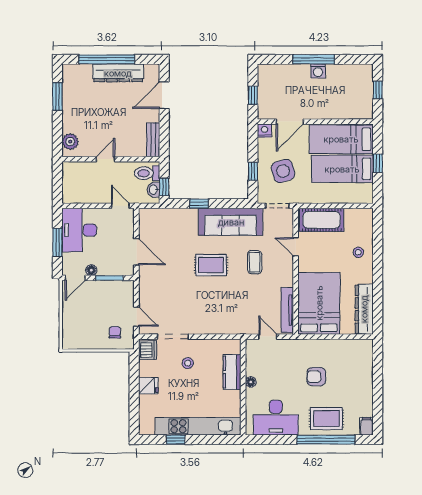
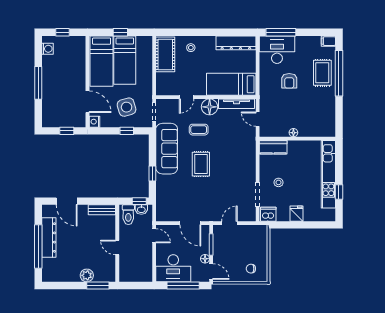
washing machine: (318, 71) -> (47, 49), moved
window: (57, 96) -> (98, 285), moved
plant: (70, 142) -> (87, 275), moved
door: (120, 206) -> (154, 236), swing flipped
cot: (322, 220) -> (165, 54), moved
window: (57, 242) -> (183, 285), width x1.44
door: (136, 252) -> (190, 223), swing flipped
floor lamp: (283, 276) -> (210, 107), added
bed: (319, 303) -> (231, 84), width x0.67
door: (136, 317) -> (229, 223), moved
chair: (115, 332) -> (251, 269), moved
door: (268, 337) -> (258, 119), hinge flipped
window: (378, 366) -> (281, 32), added
kitchen counter: (232, 372) -> (273, 147), moved
desk: (276, 418) -> (277, 50), moved, turned -90

